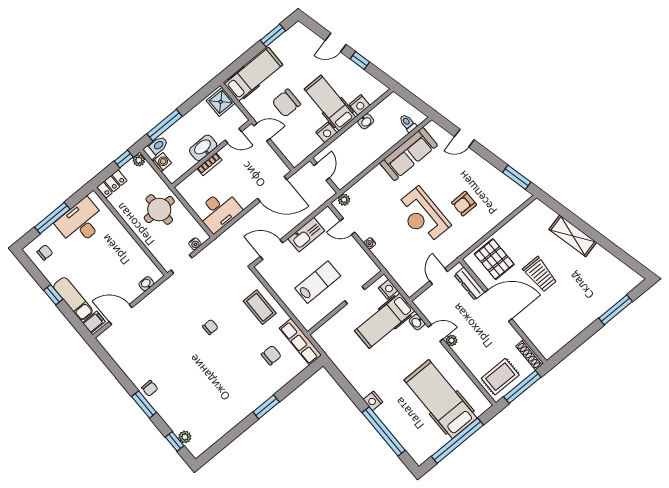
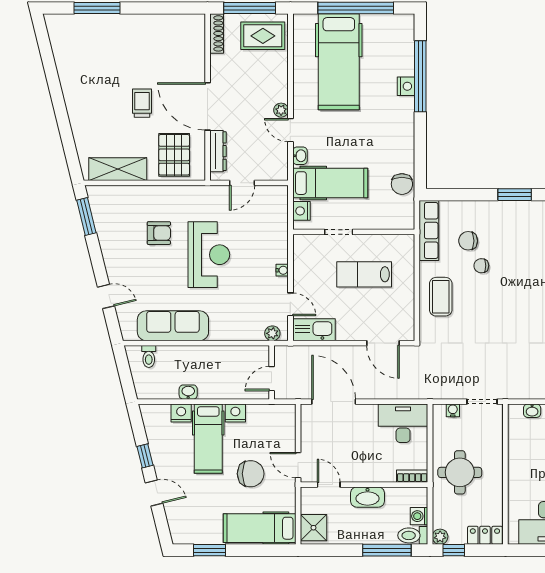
bookcase: (209, 164) -> (412, 476), moved
kitchen sink: (306, 235) -> (314, 330), moved
shelving: (573, 236) -> (118, 169), moved, turned -76
trolley: (540, 274) -> (142, 103), width x0.73, depth x0.72
chair: (210, 327) -> (481, 266), moved
chair: (340, 356) -> (402, 184), added
nightstand: (373, 401) -> (406, 86), moved

